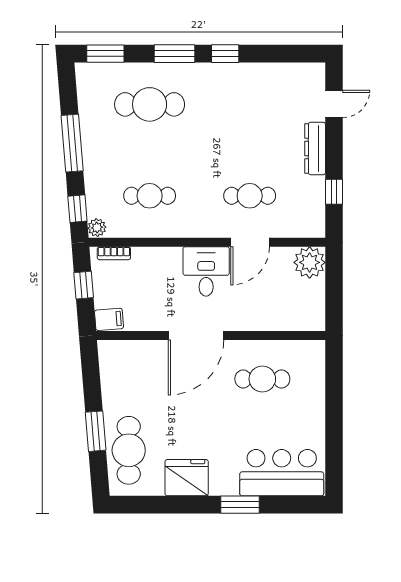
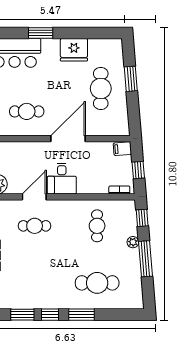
window: (105, 54) -> (22, 315), moved
cafe table: (150, 196) -> (97, 226), turned 90
plant: (97, 228) -> (133, 242), moved
cafe table: (129, 450) -> (101, 88), moved

